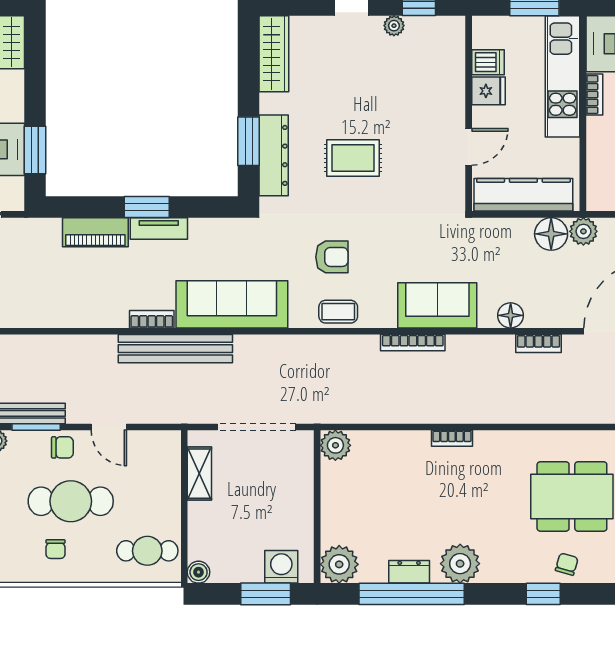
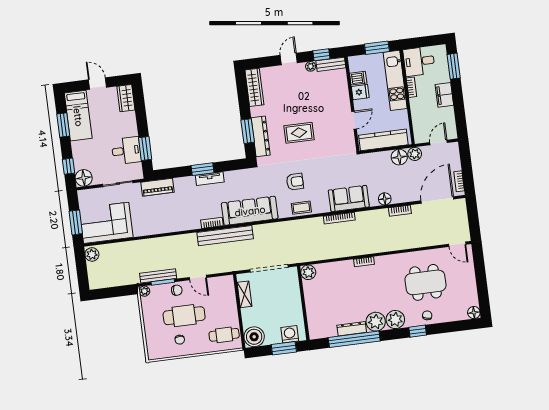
bench: (436, 27) -> (331, 64), added
piano: (95, 232) -> (158, 187), moved
plant: (339, 564) -> (395, 320), moved
boiler: (199, 572) -> (254, 337), width x1.86, depth x1.86
dresser: (409, 572) -> (352, 329), width x1.44

